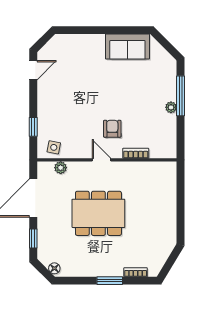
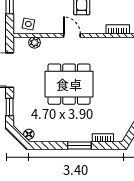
bookcase: (136, 153) -> (118, 29), moved

